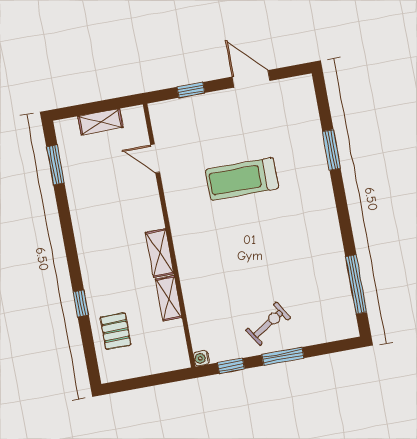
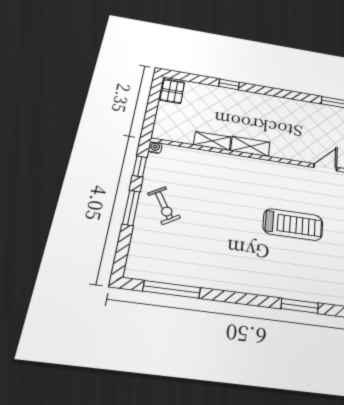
treadmill: (242, 179) -> (293, 225), turned 90
pallet: (116, 331) -> (172, 91), moved, turned 90

